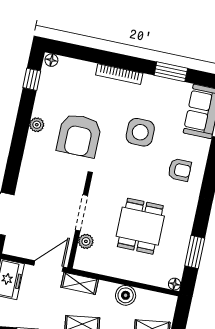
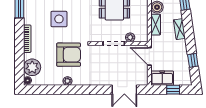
plant: (71, 72) -> (32, 67), added
window: (32, 79) -> (41, 90), removed
shelving: (80, 283) -> (156, 25), moved

